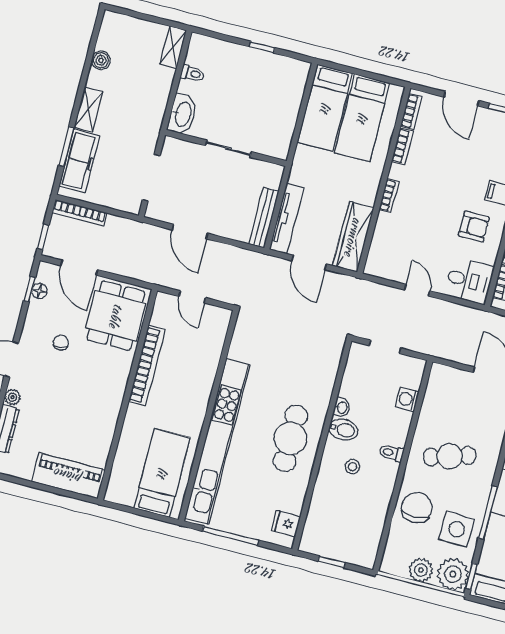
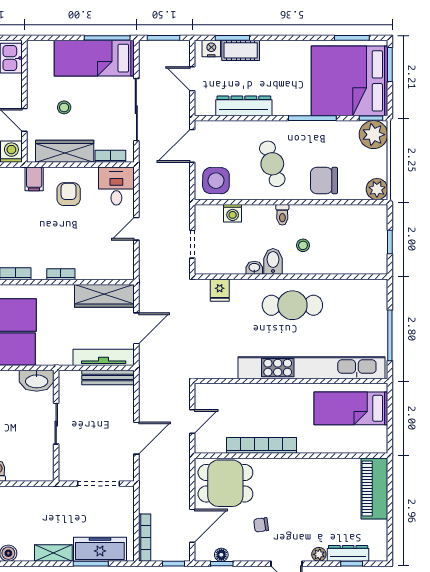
washbasin: (182, 114) -> (37, 381), moved, turned 180
fridge: (286, 523) -> (220, 290), moved
side table: (457, 529) -> (216, 181), moved
plant: (421, 570) -> (377, 189), moved

